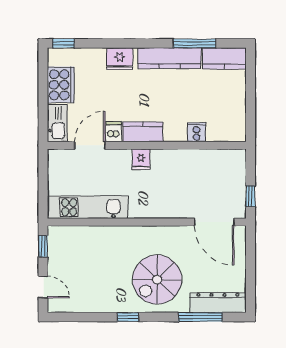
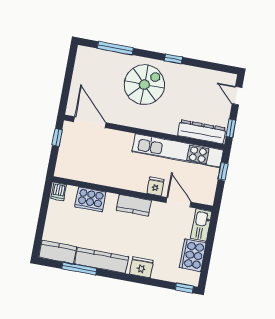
dishwasher: (113, 132) -> (59, 191), moved
cooker: (196, 132) -> (90, 199), width x1.87, depth x1.31
door: (90, 145) -> (178, 202), swing flipped
fridge: (141, 159) -> (155, 186), moved
window: (43, 192) -> (223, 172), added
kitchen unit: (88, 207) -> (178, 151), width x1.36
dresser: (218, 303) -> (202, 132), moved, turned 180

